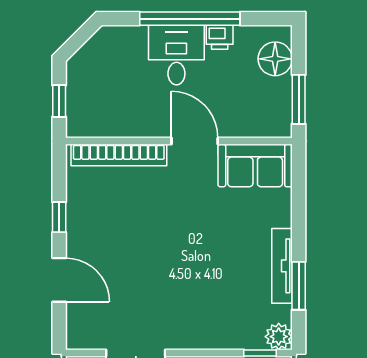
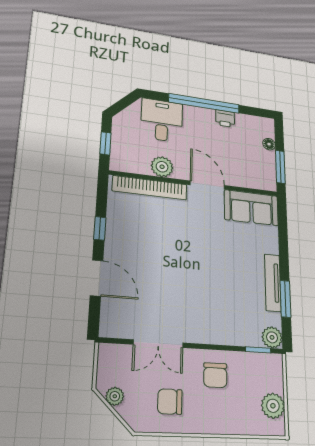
desk: (176, 55) -> (162, 120), moved
floor lamp: (275, 59) -> (269, 144), width x0.53, depth x0.53
plant: (134, 123) -> (162, 167), added

